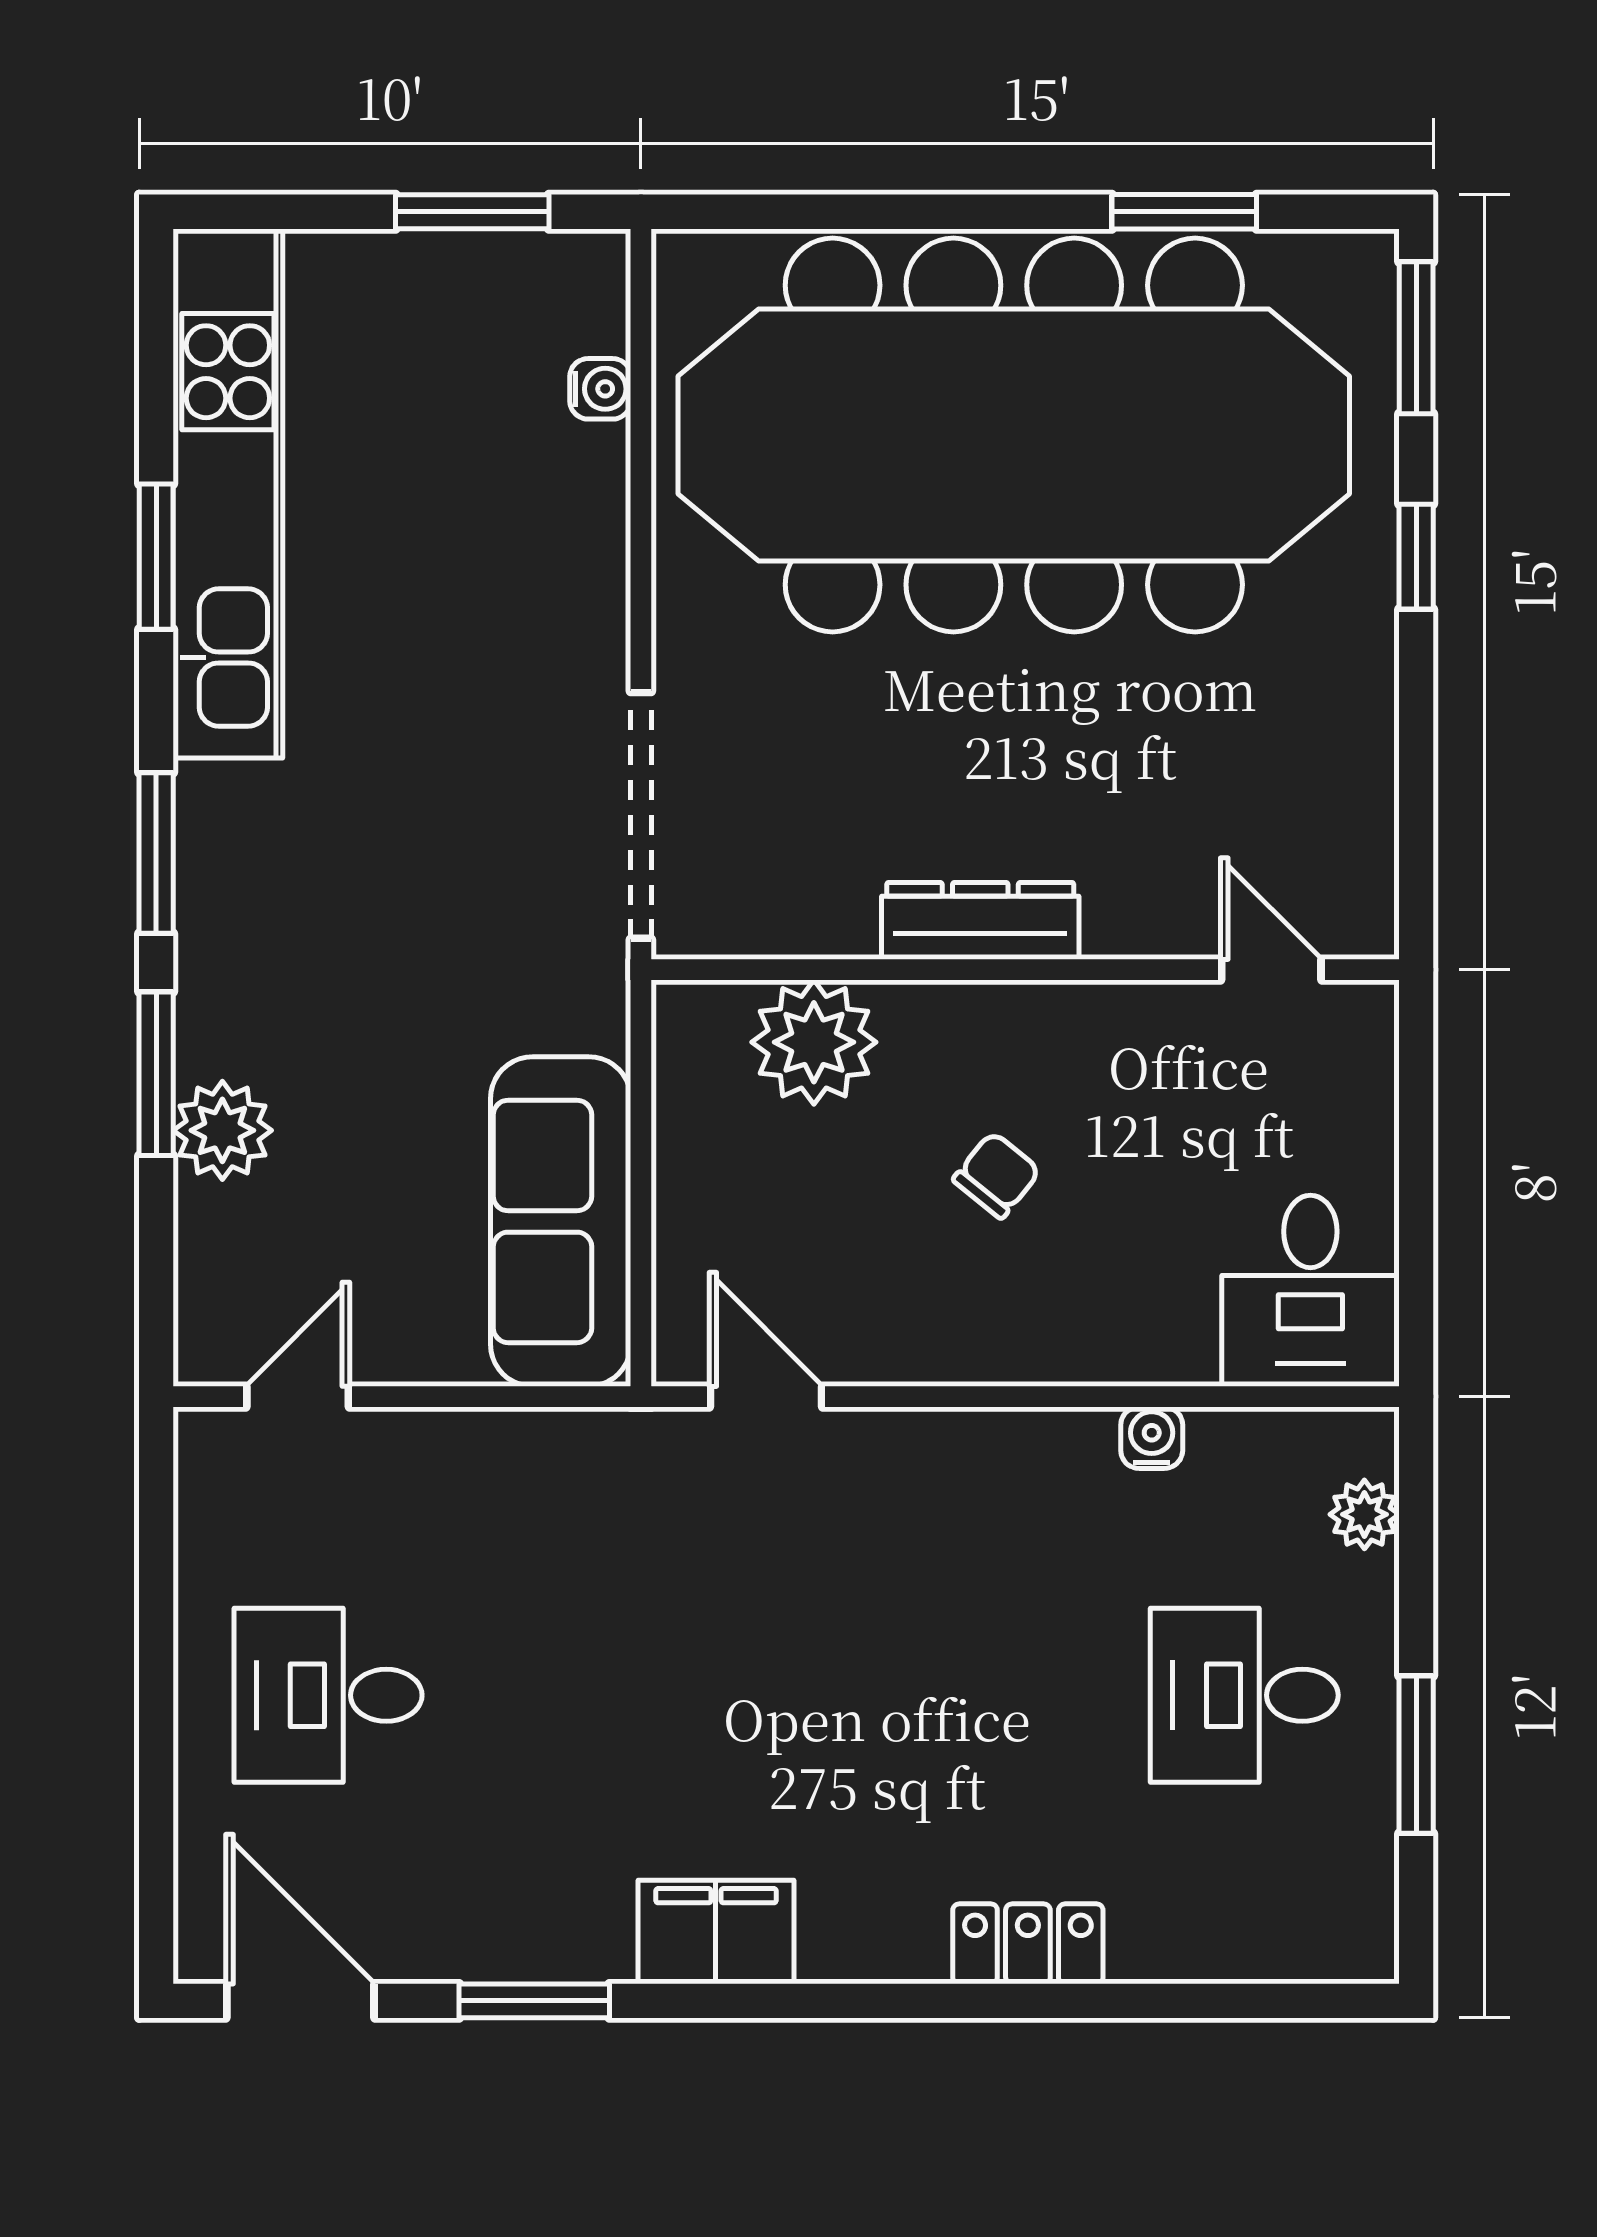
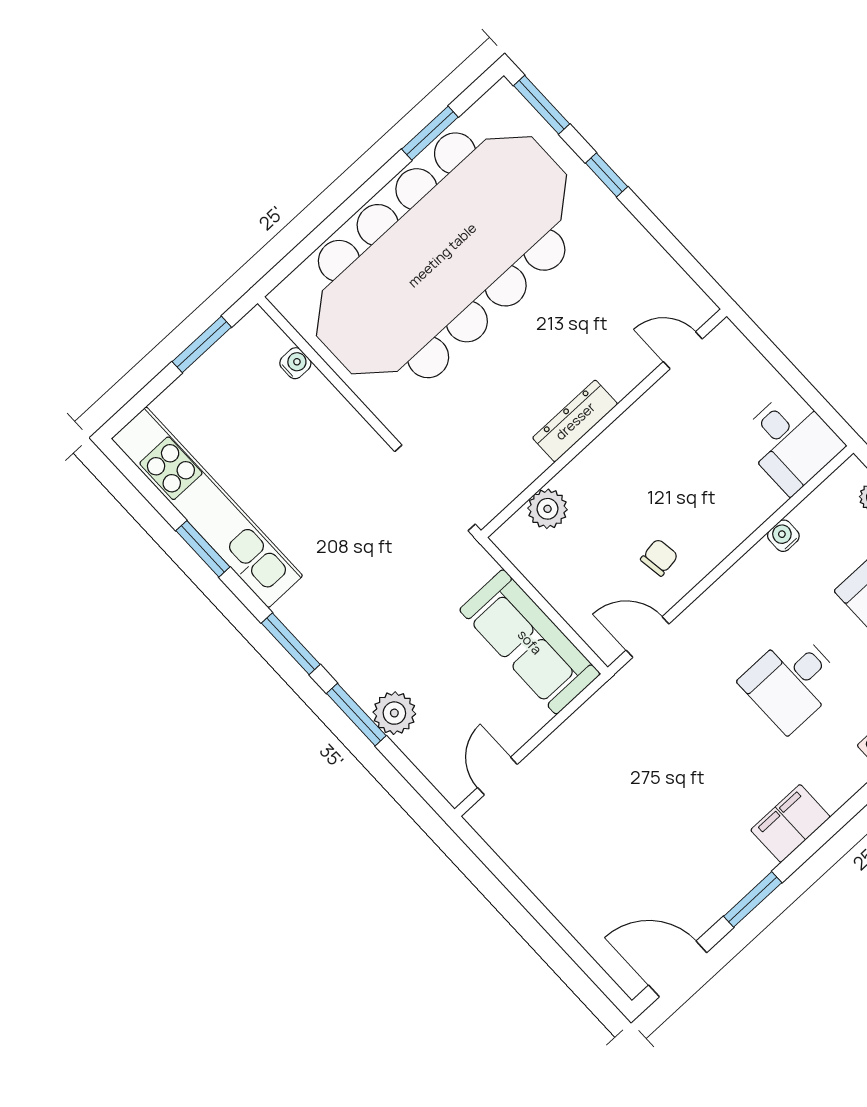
plant: (814, 1042) -> (548, 509), width x0.73, depth x0.73
chair: (997, 1175) -> (659, 557), moved, turned 43
desk: (328, 1695) -> (792, 681), moved

